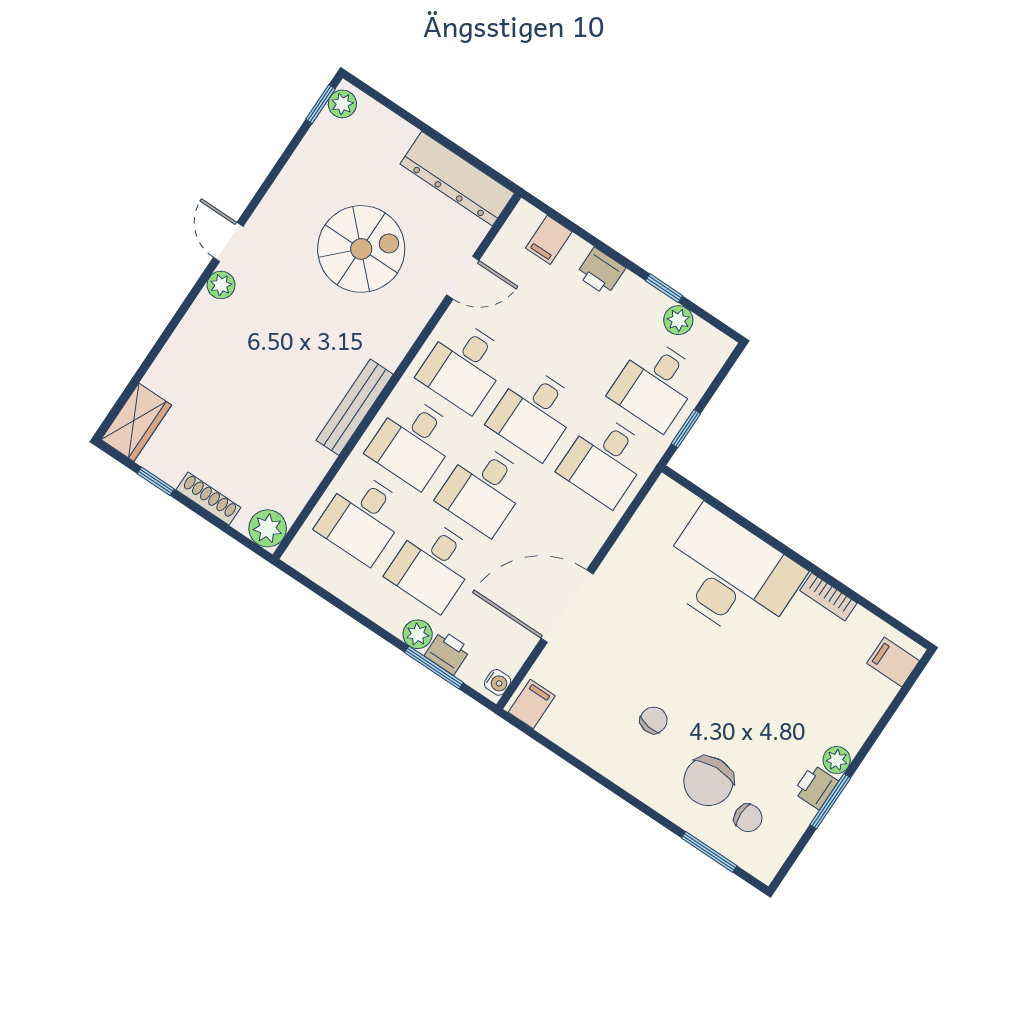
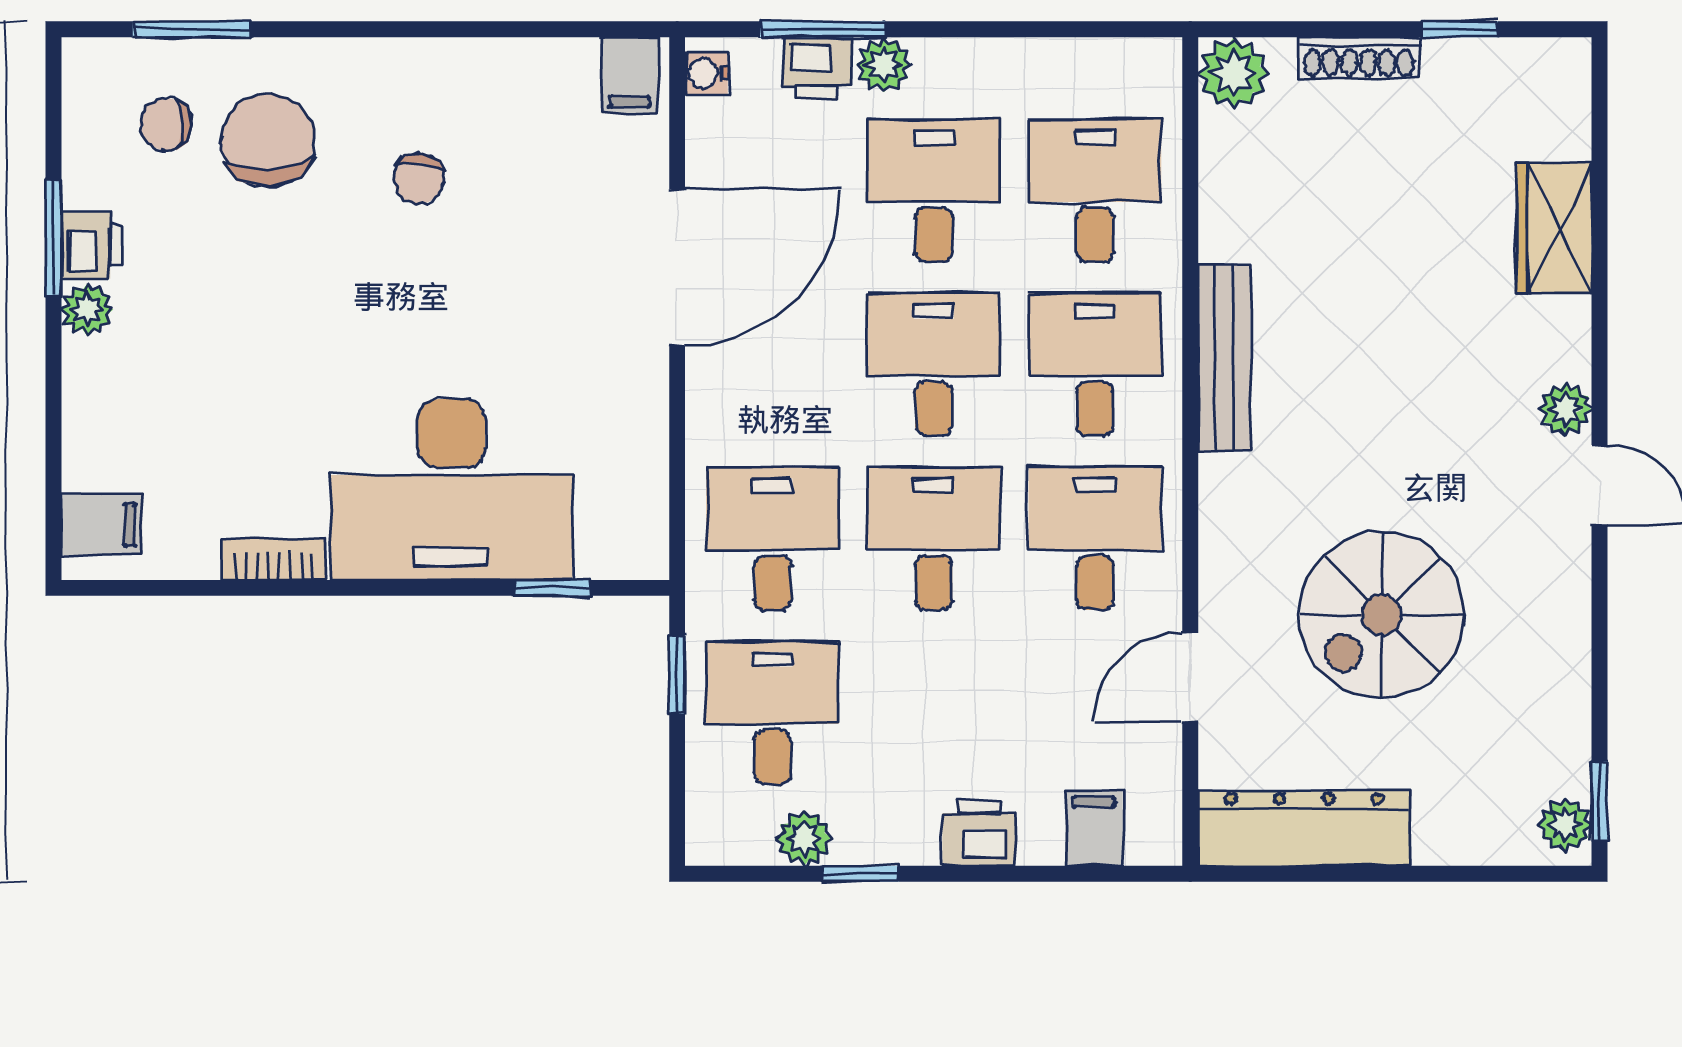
wardrobe: (136, 422) -> (1554, 228), moved
window: (715, 503) -> (552, 588), added

